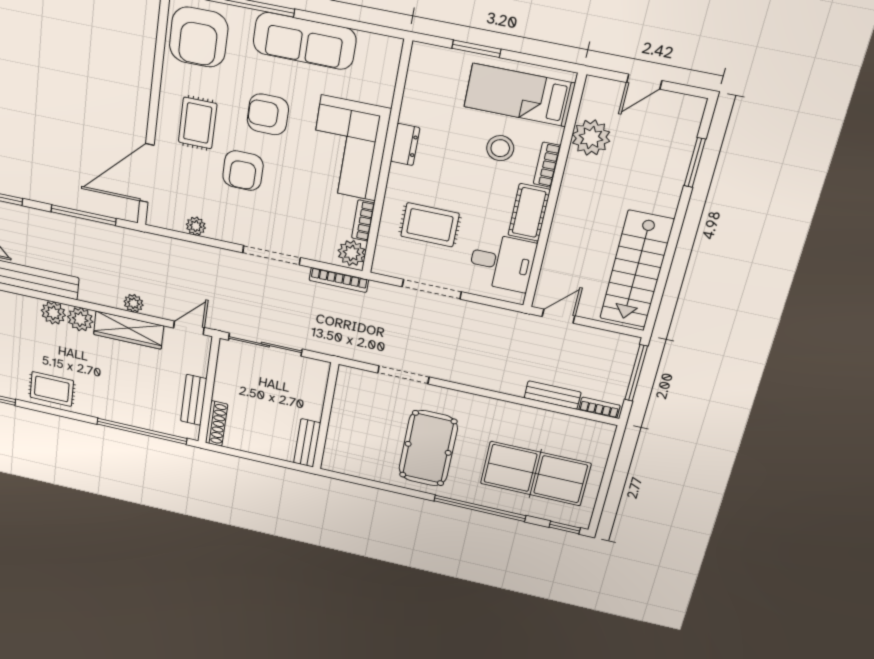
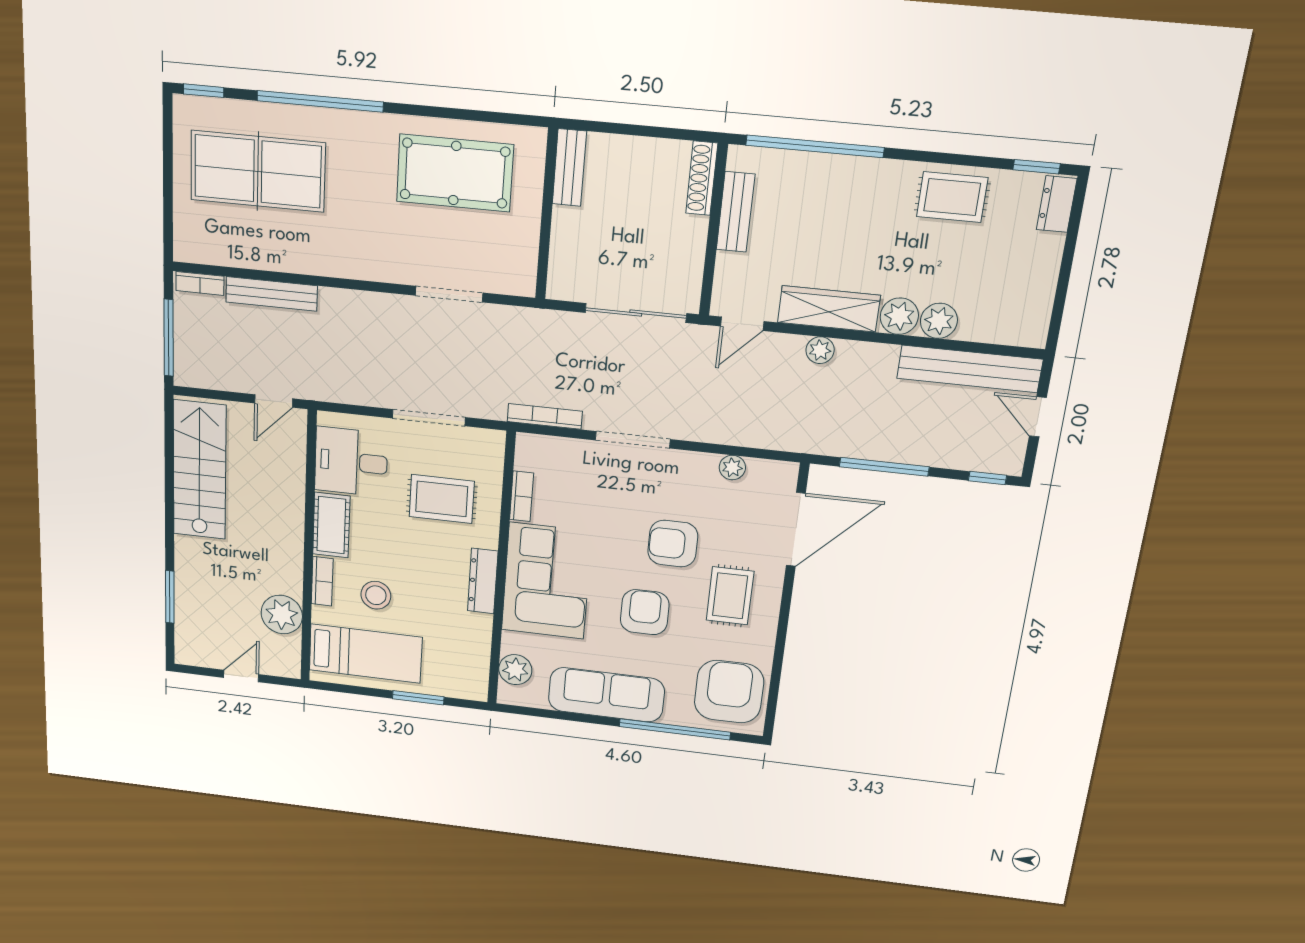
armchair: (268, 114) -> (645, 612), turned -90
dresser: (405, 145) -> (483, 581), width x1.44
armchair: (243, 171) -> (673, 544), turned -90
plant: (352, 253) -> (515, 670), moved
bench: (553, 395) -> (271, 294), width x1.36
pool table: (428, 448) -> (455, 173), moved, turned 90

